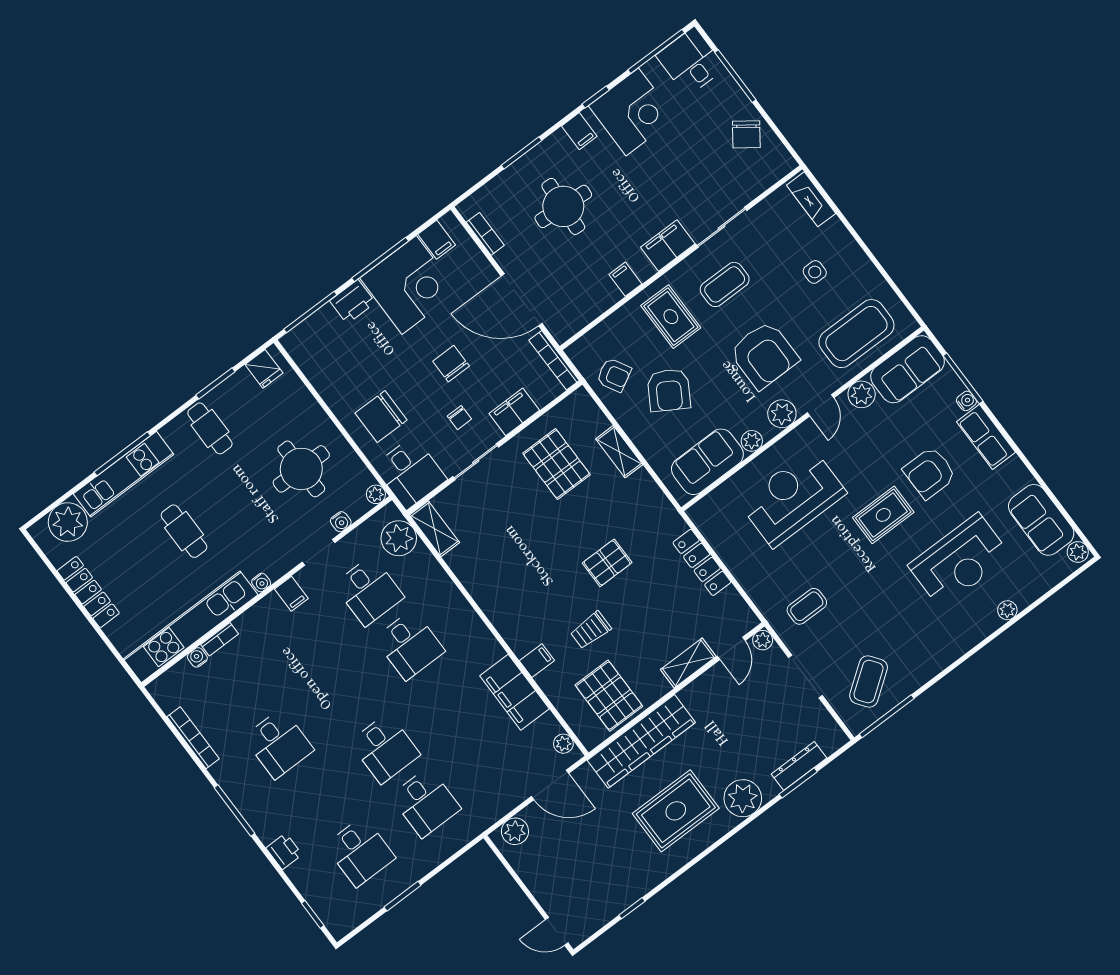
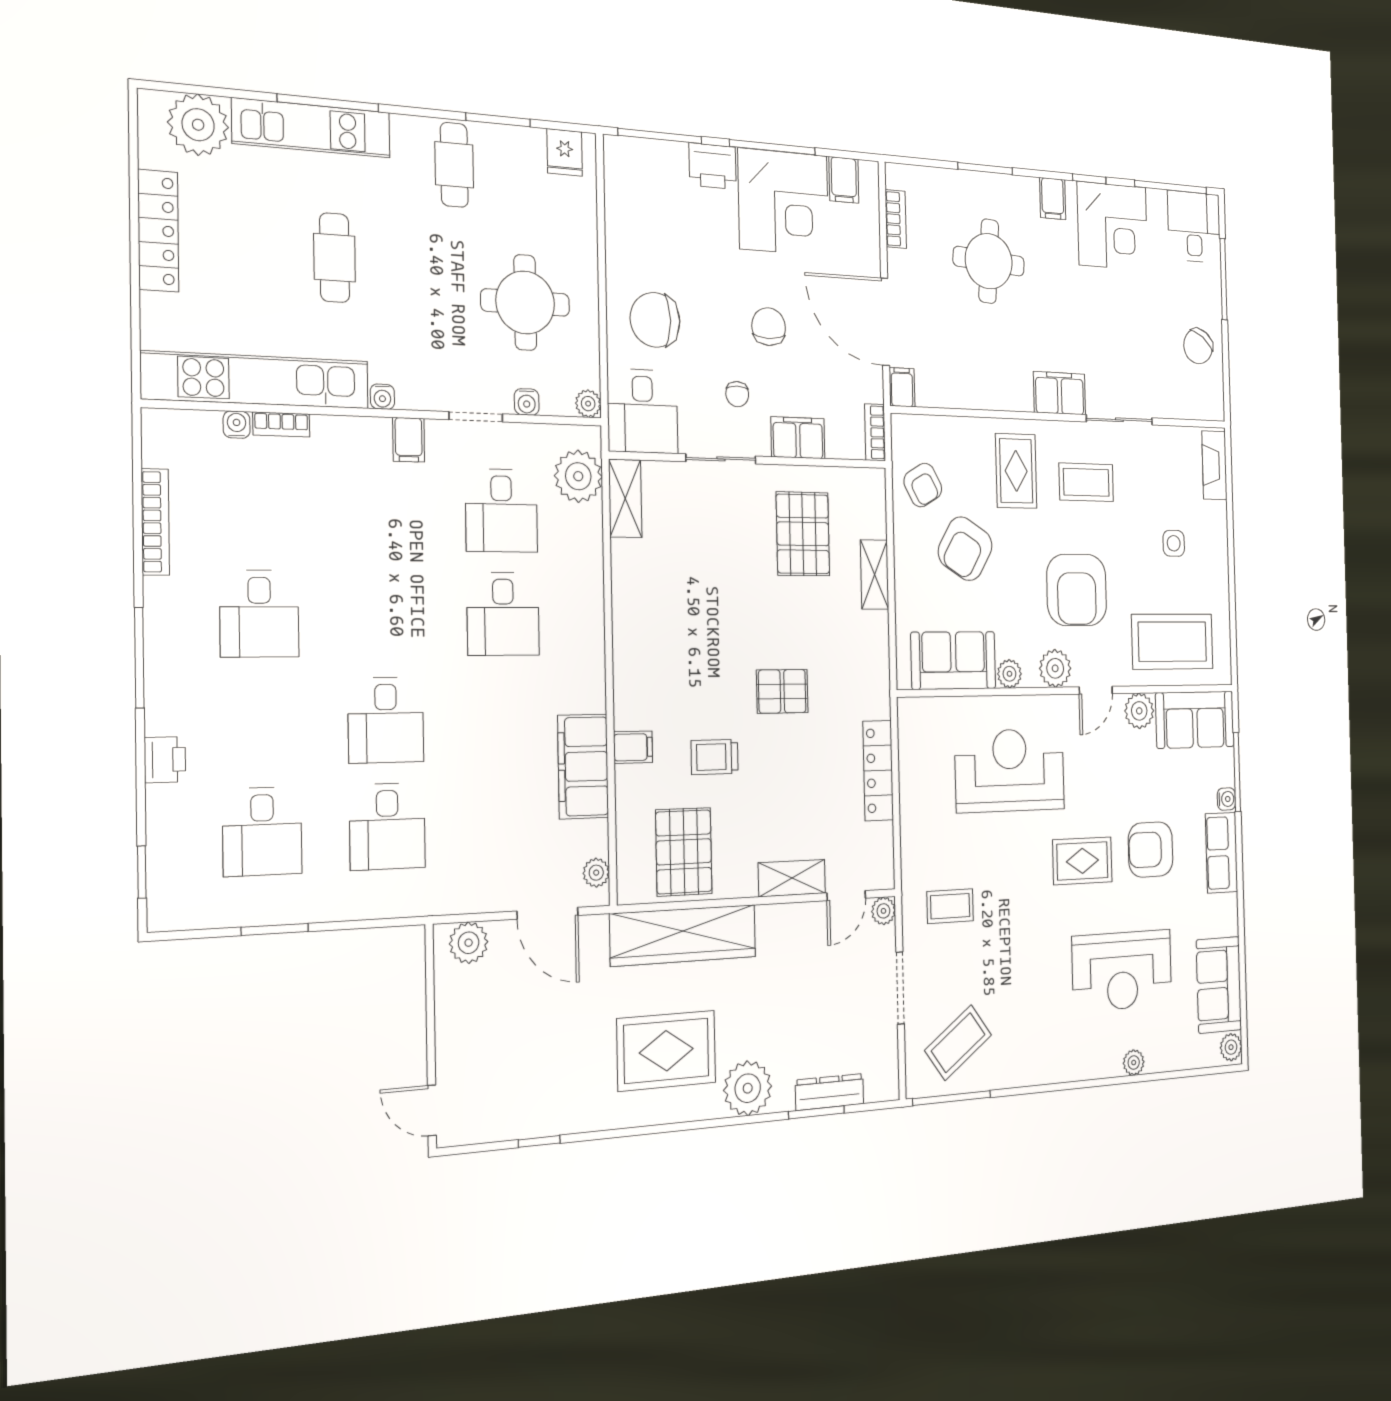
filing cabinet: (625, 279) -> (902, 387), moved
bookcase: (554, 360) -> (875, 432), width x0.64

